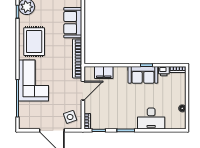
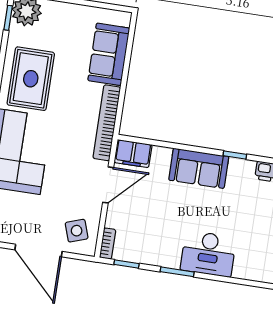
filing cabinet: (104, 72) -> (133, 154), moved
sofa: (143, 75) -> (199, 168), moved
desk: (151, 118) -> (208, 254), moved

